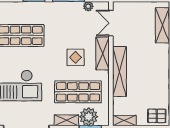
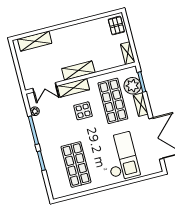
shelving: (119, 71) -> (78, 71), width x0.68

